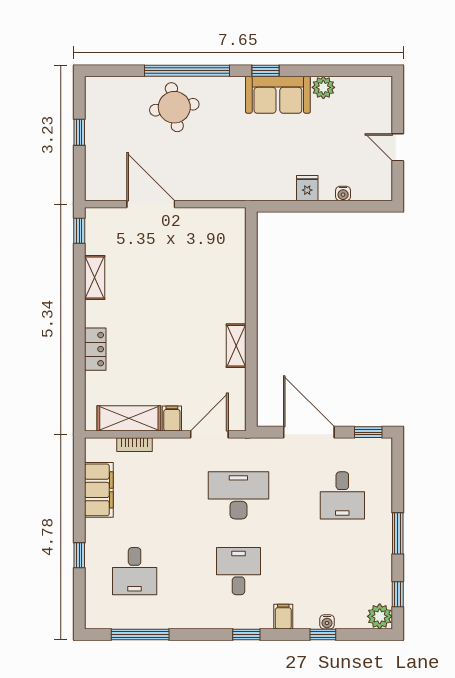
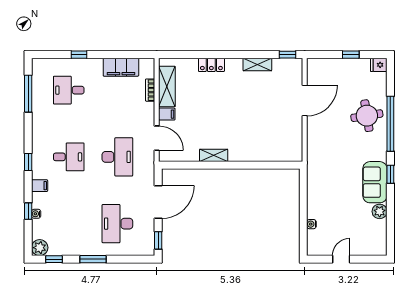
fridge: (307, 188) -> (379, 65), moved, turned 180
desk: (342, 495) -> (117, 224), width x1.37

